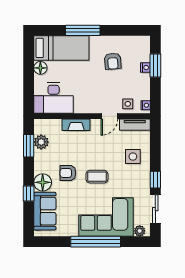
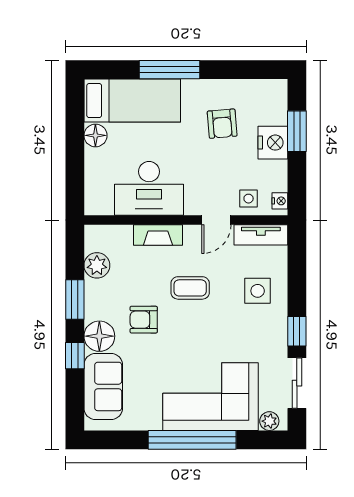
nightstand: (145, 68) -> (273, 143), width x1.89, depth x1.79
desk: (54, 98) -> (149, 188), moved
window: (29, 146) -> (75, 300), moved
coffee table: (97, 177) -> (190, 288), moved

